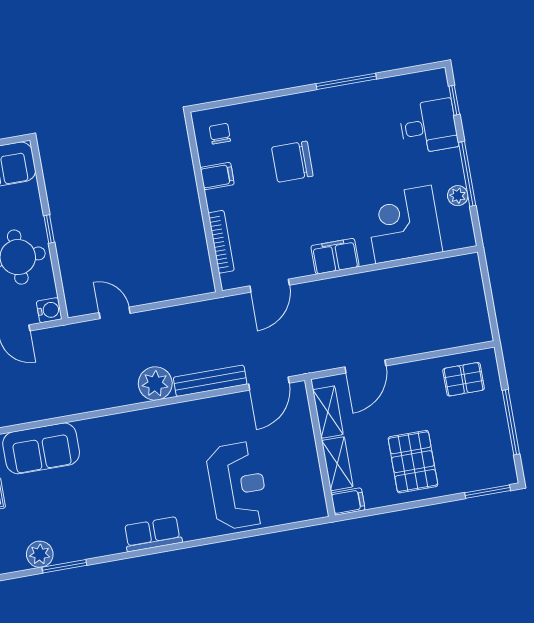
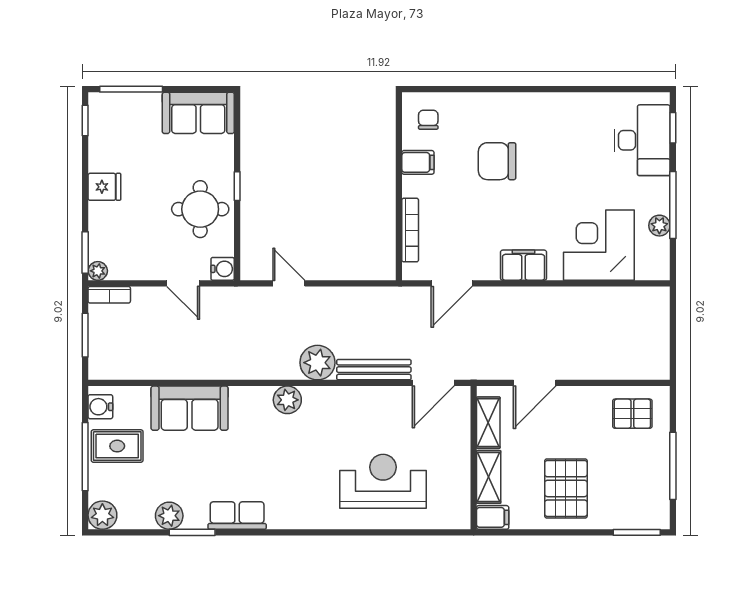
window: (346, 81) -> (566, 89), removed
desk: (429, 127) -> (642, 140), width x1.37
plant: (133, 424) -> (287, 400), added
reception desk: (238, 486) -> (383, 481), turned -90
row of seats: (153, 534) -> (237, 516), moved

